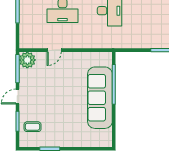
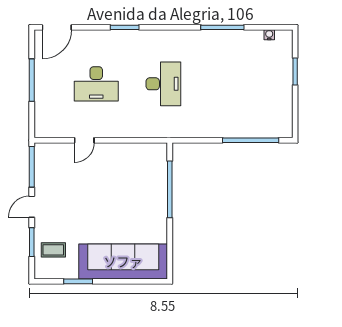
plant: (27, 60) -> (46, 154), removed
sofa: (100, 98) -> (123, 261), moved, turned 90

